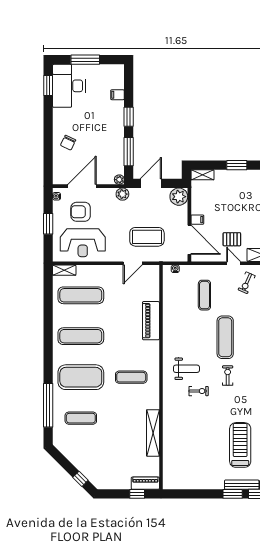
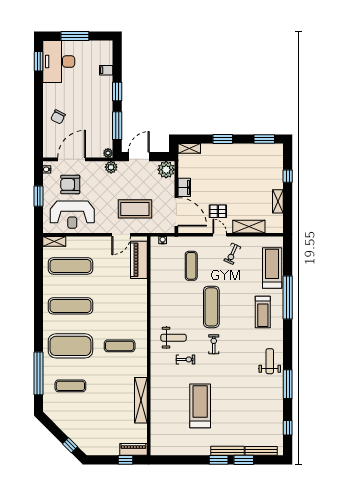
filing cabinet: (197, 220) -> (184, 187), width x2.00
piano: (151, 321) -> (139, 260), moved
treadmill: (240, 445) -> (200, 406), moved

